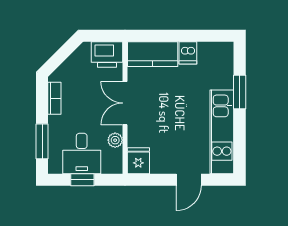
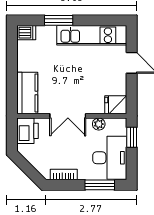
dishwasher: (188, 53) -> (26, 33), moved
desk: (82, 153) -> (110, 158), width x1.37
window: (82, 180) -> (132, 137), moved

